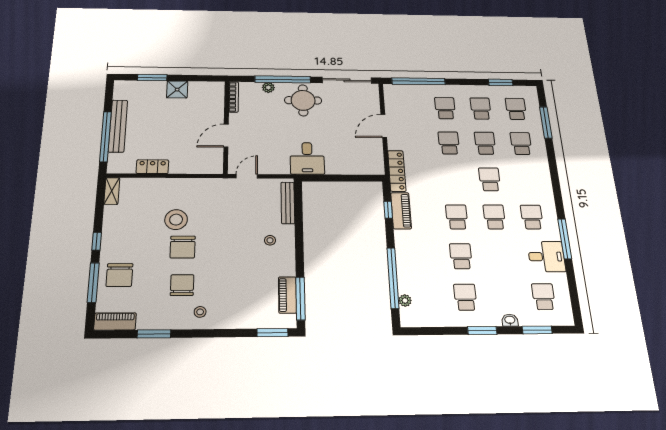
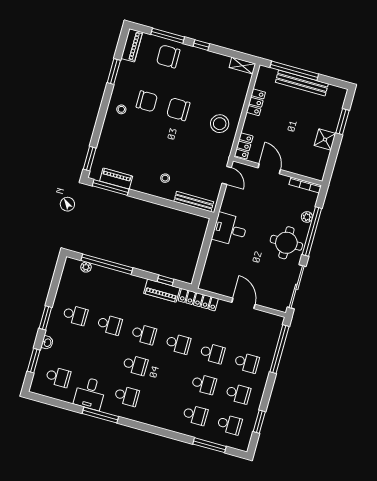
locker: (207, 167) -> (244, 146), added
school desk: (490, 179) -> (178, 344), moved
stool: (176, 220) -> (220, 124), moved

